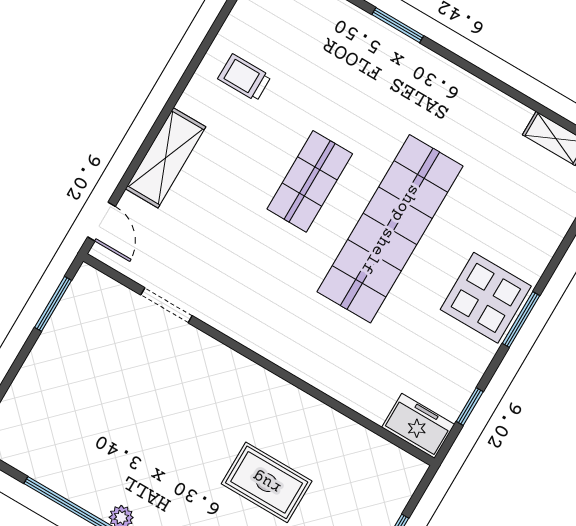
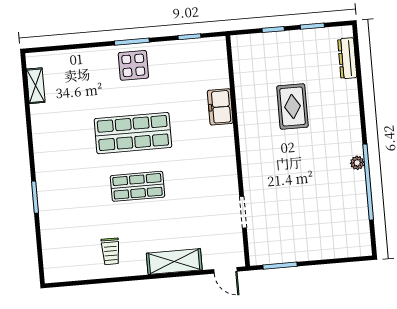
door: (102, 222) -> (225, 270), swing flipped
shop shelf: (390, 229) -> (133, 133), width x0.71
display table: (486, 298) -> (133, 65), width x0.73, depth x0.73
freezer: (418, 426) -> (220, 107), moved

